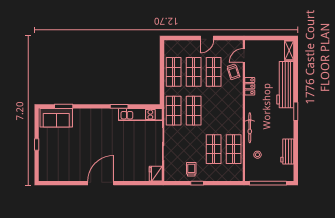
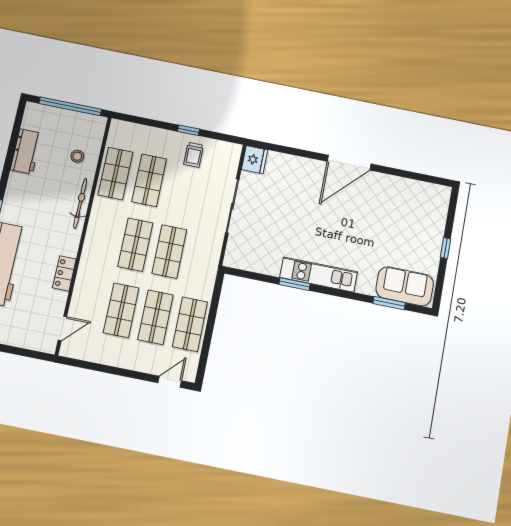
door: (207, 38) -> (170, 382), moved
trolley: (233, 72) -> (87, 304), removed
shop shelf: (174, 111) -> (135, 245), moved
kitchen unit: (140, 115) -> (319, 275), moved

